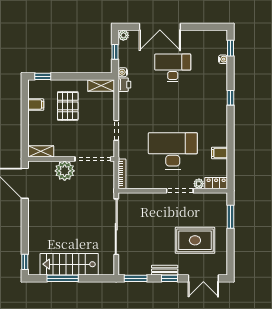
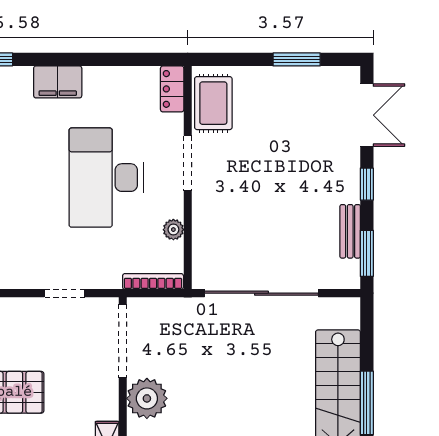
filing cabinet: (220, 153) -> (58, 82), moved, width x2.00
plant: (199, 184) -> (173, 230), moved
window: (231, 217) -> (297, 59), moved
rug: (195, 240) -> (213, 103), moved, width x0.73, depth x0.70
bench: (165, 270) -> (350, 231), moved

